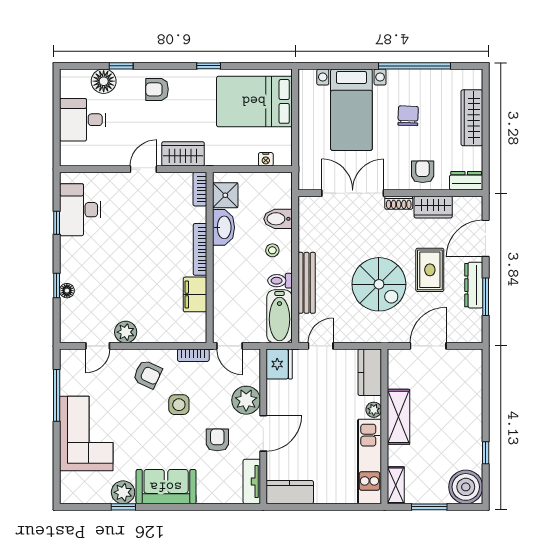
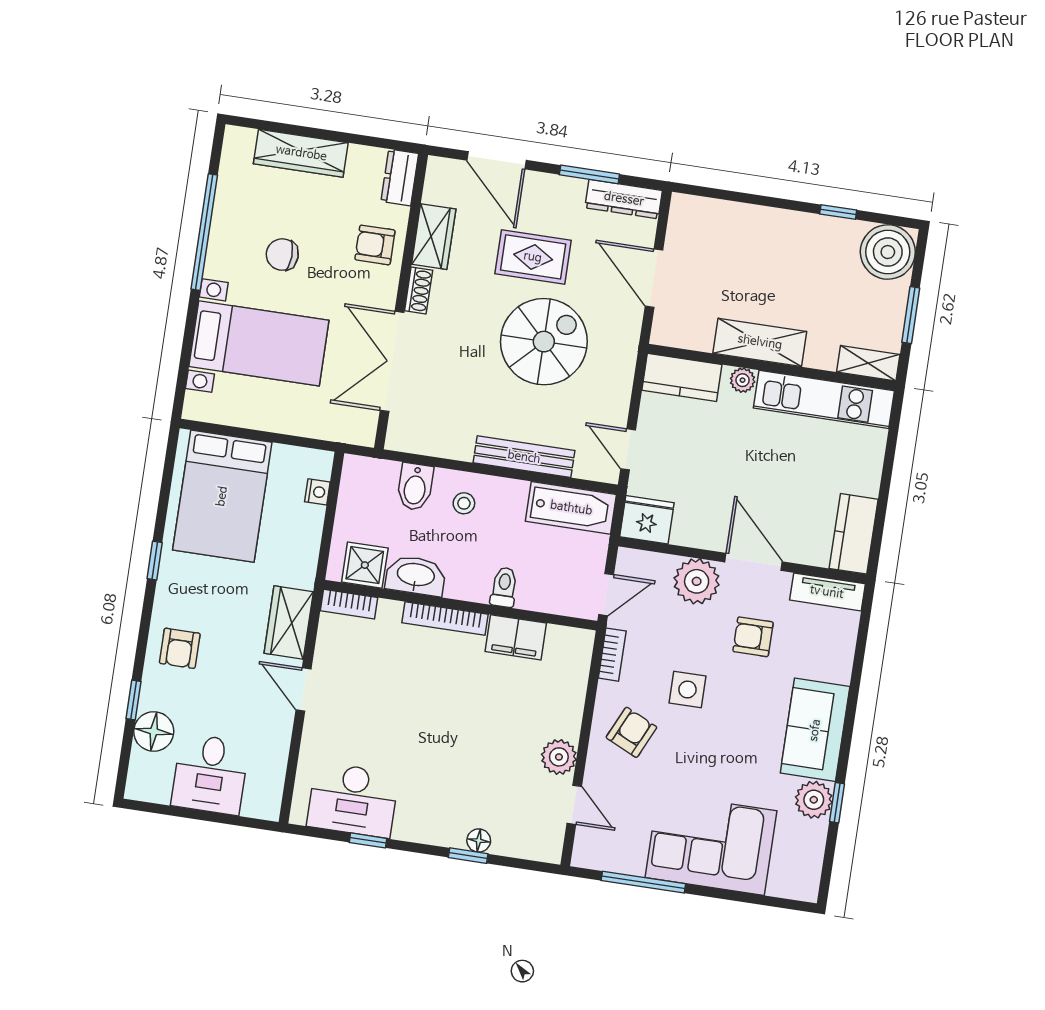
toilet: (280, 281) -> (504, 587), moved, turned 180
dresser: (474, 285) -> (624, 199), moved

